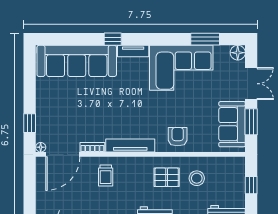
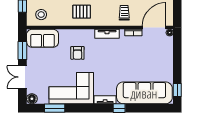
window: (30, 123) -> (177, 90), moved
sofa: (232, 124) -> (43, 38), moved, turned 90
armchair: (178, 137) -> (77, 53), moved
tv unit: (130, 146) -> (107, 34), width x0.71
stool: (197, 178) -> (41, 15), moved

